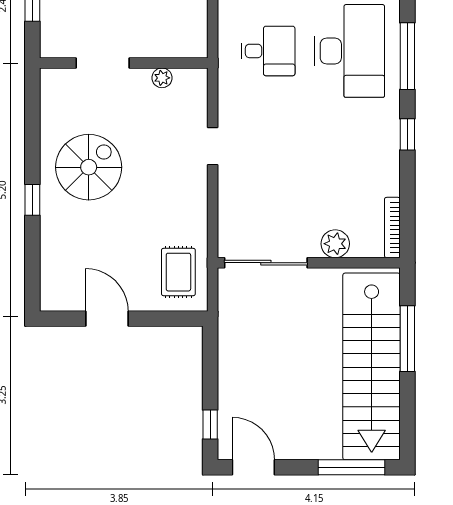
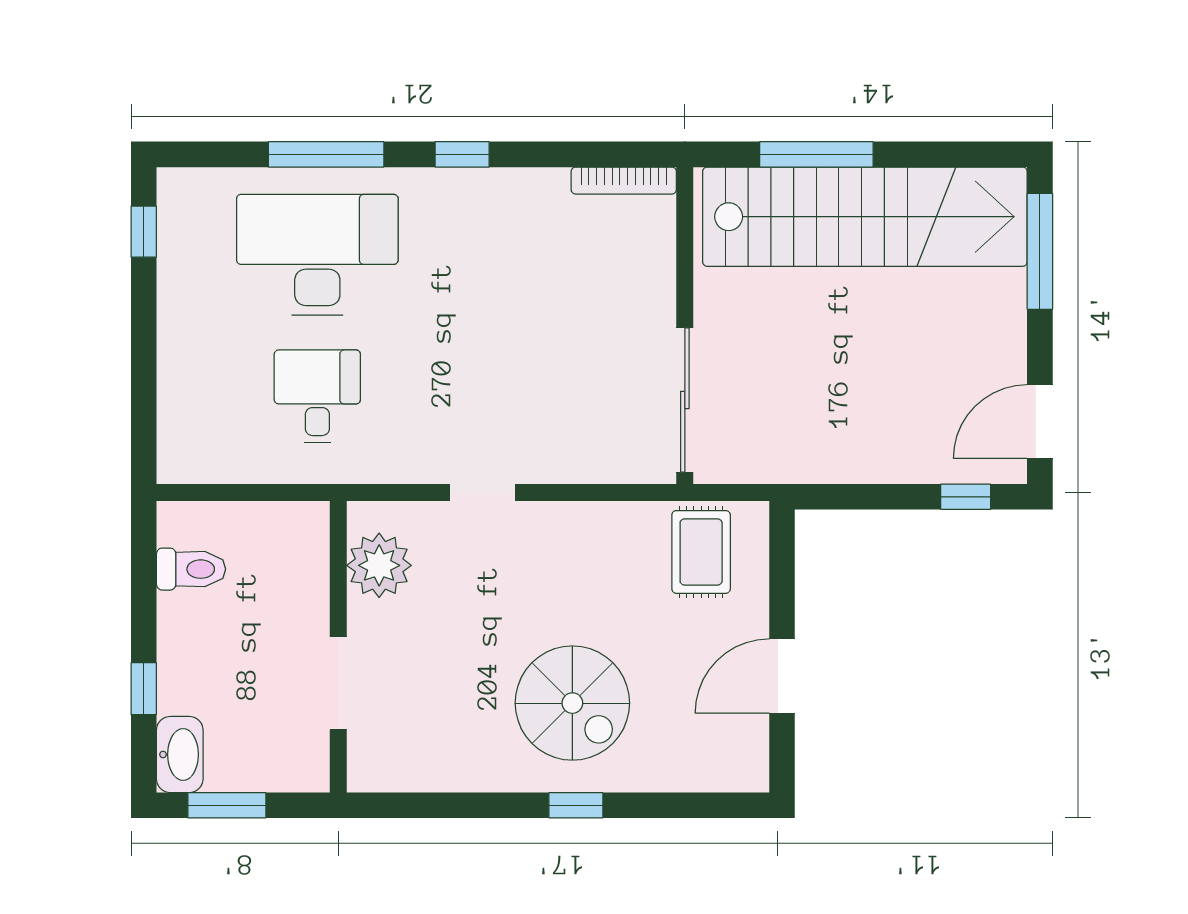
plant: (162, 78) -> (379, 565), width x1.87, depth x1.87
spiral stairs: (89, 167) -> (572, 703), moved, turned 180
plant: (335, 244) -> (652, 280), removed
rug: (178, 272) -> (701, 552), turned 90

